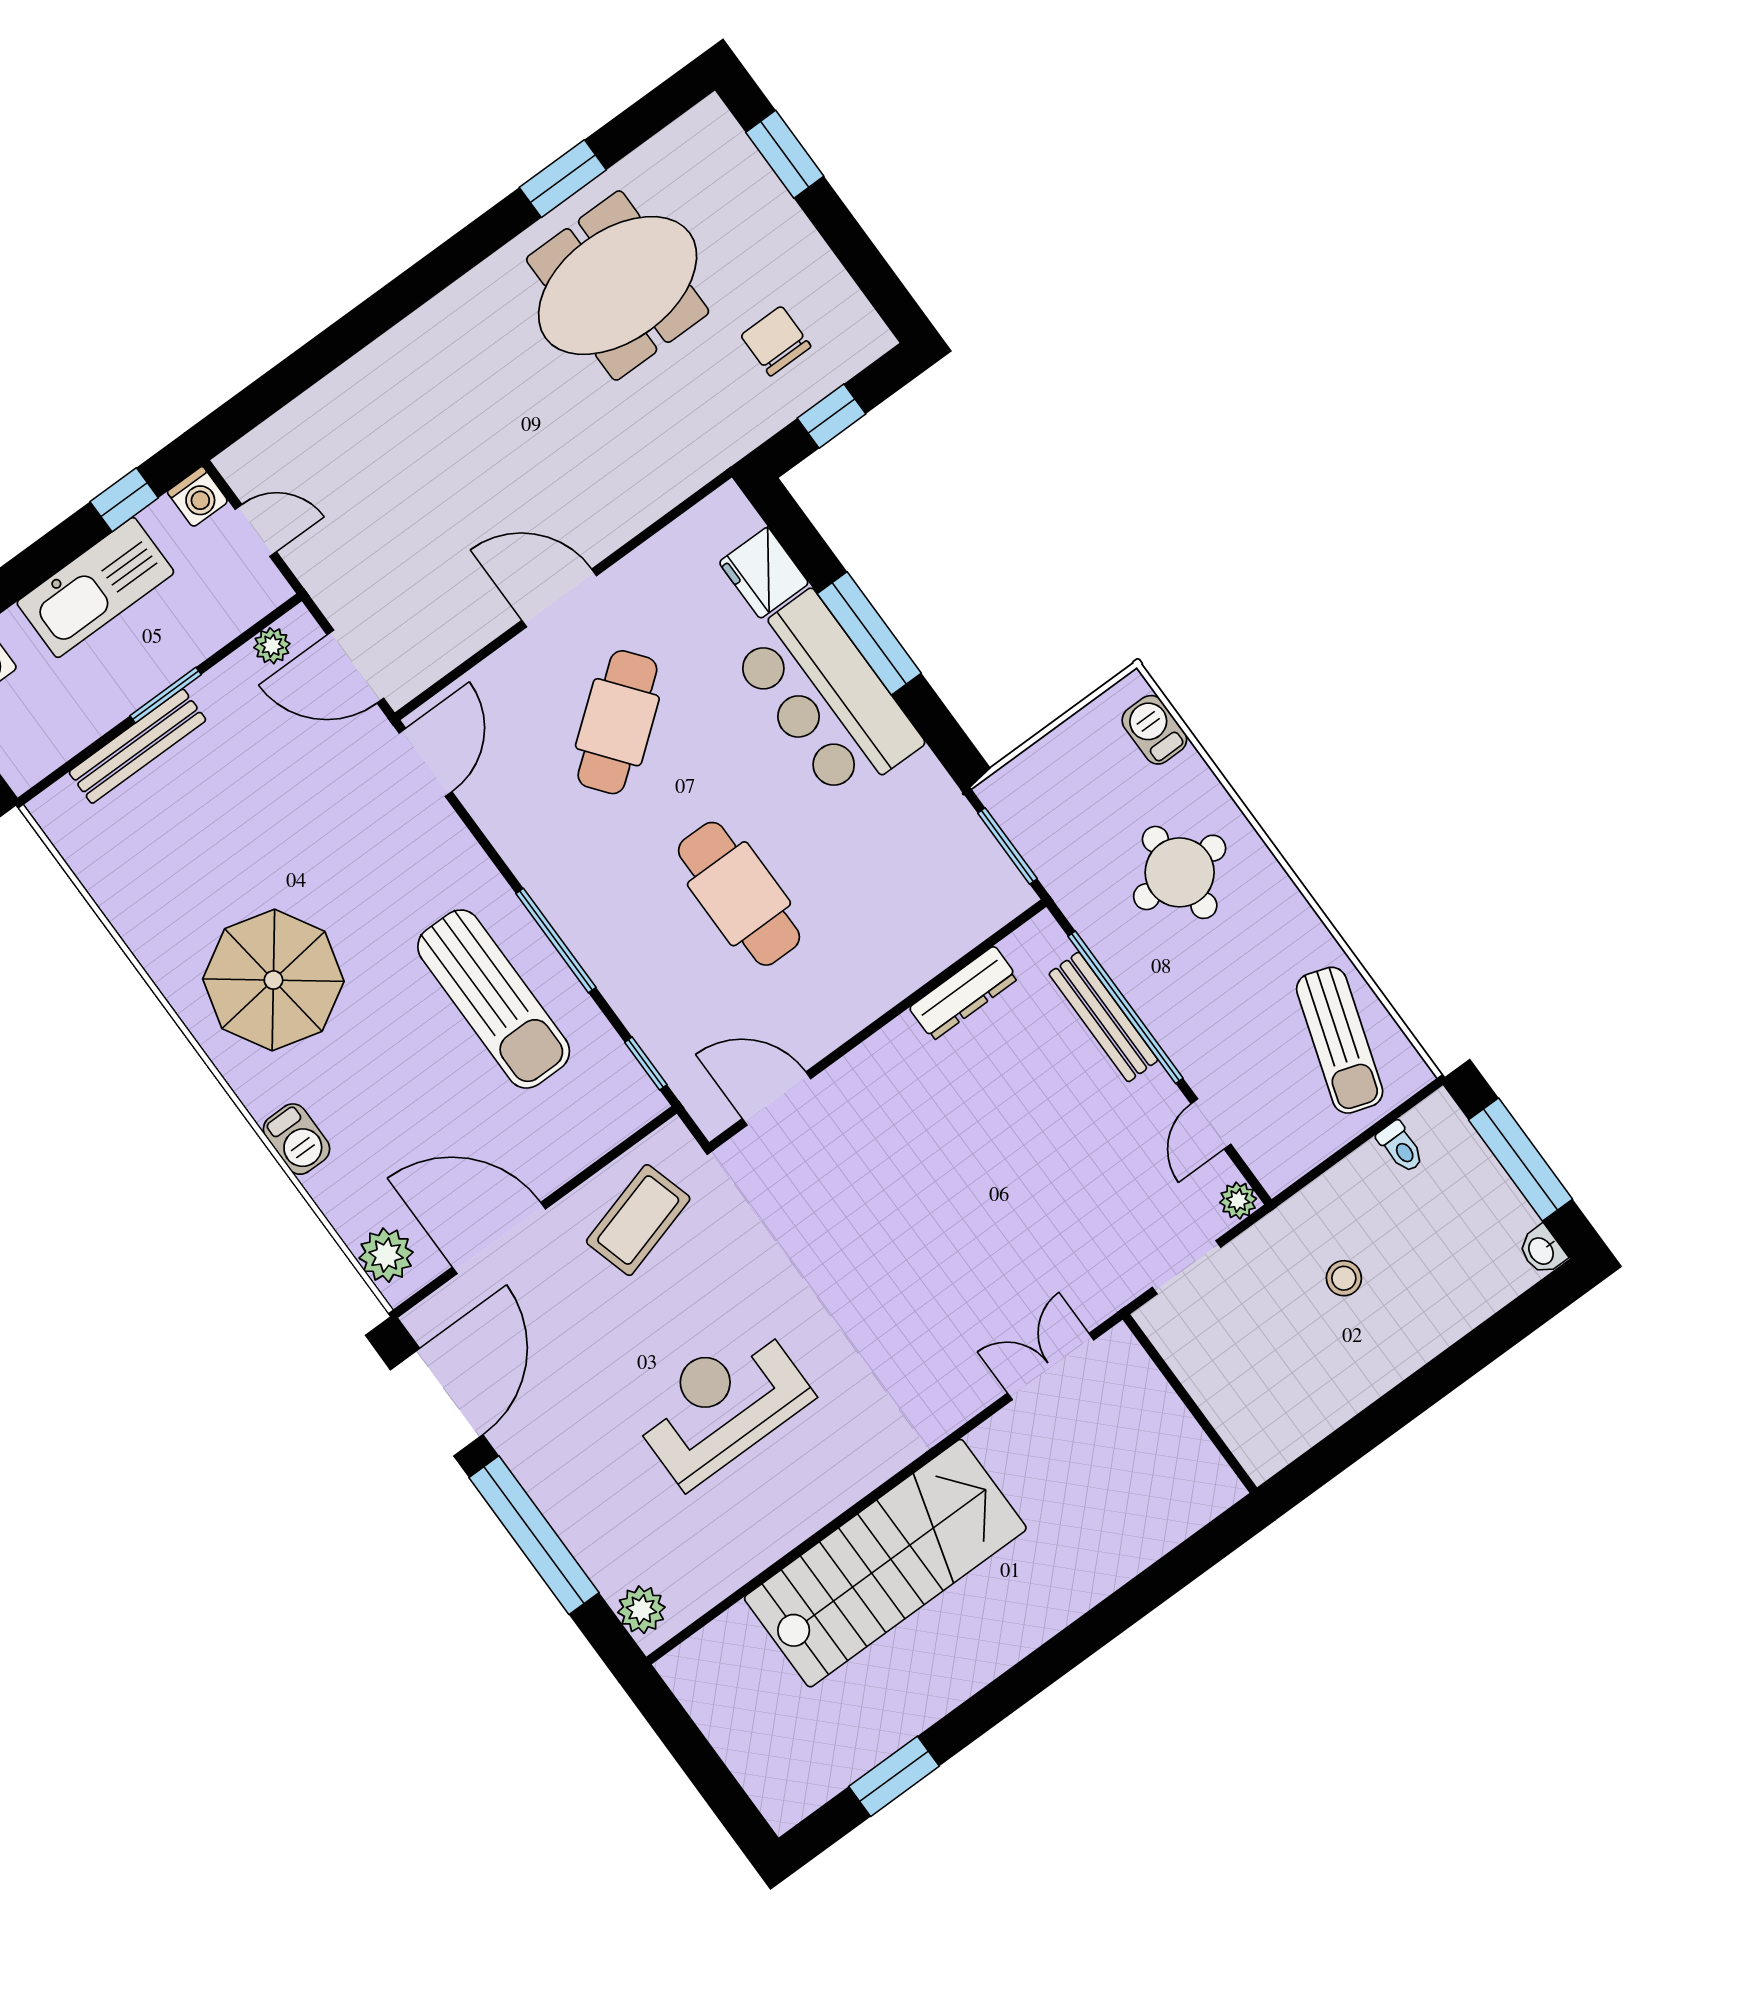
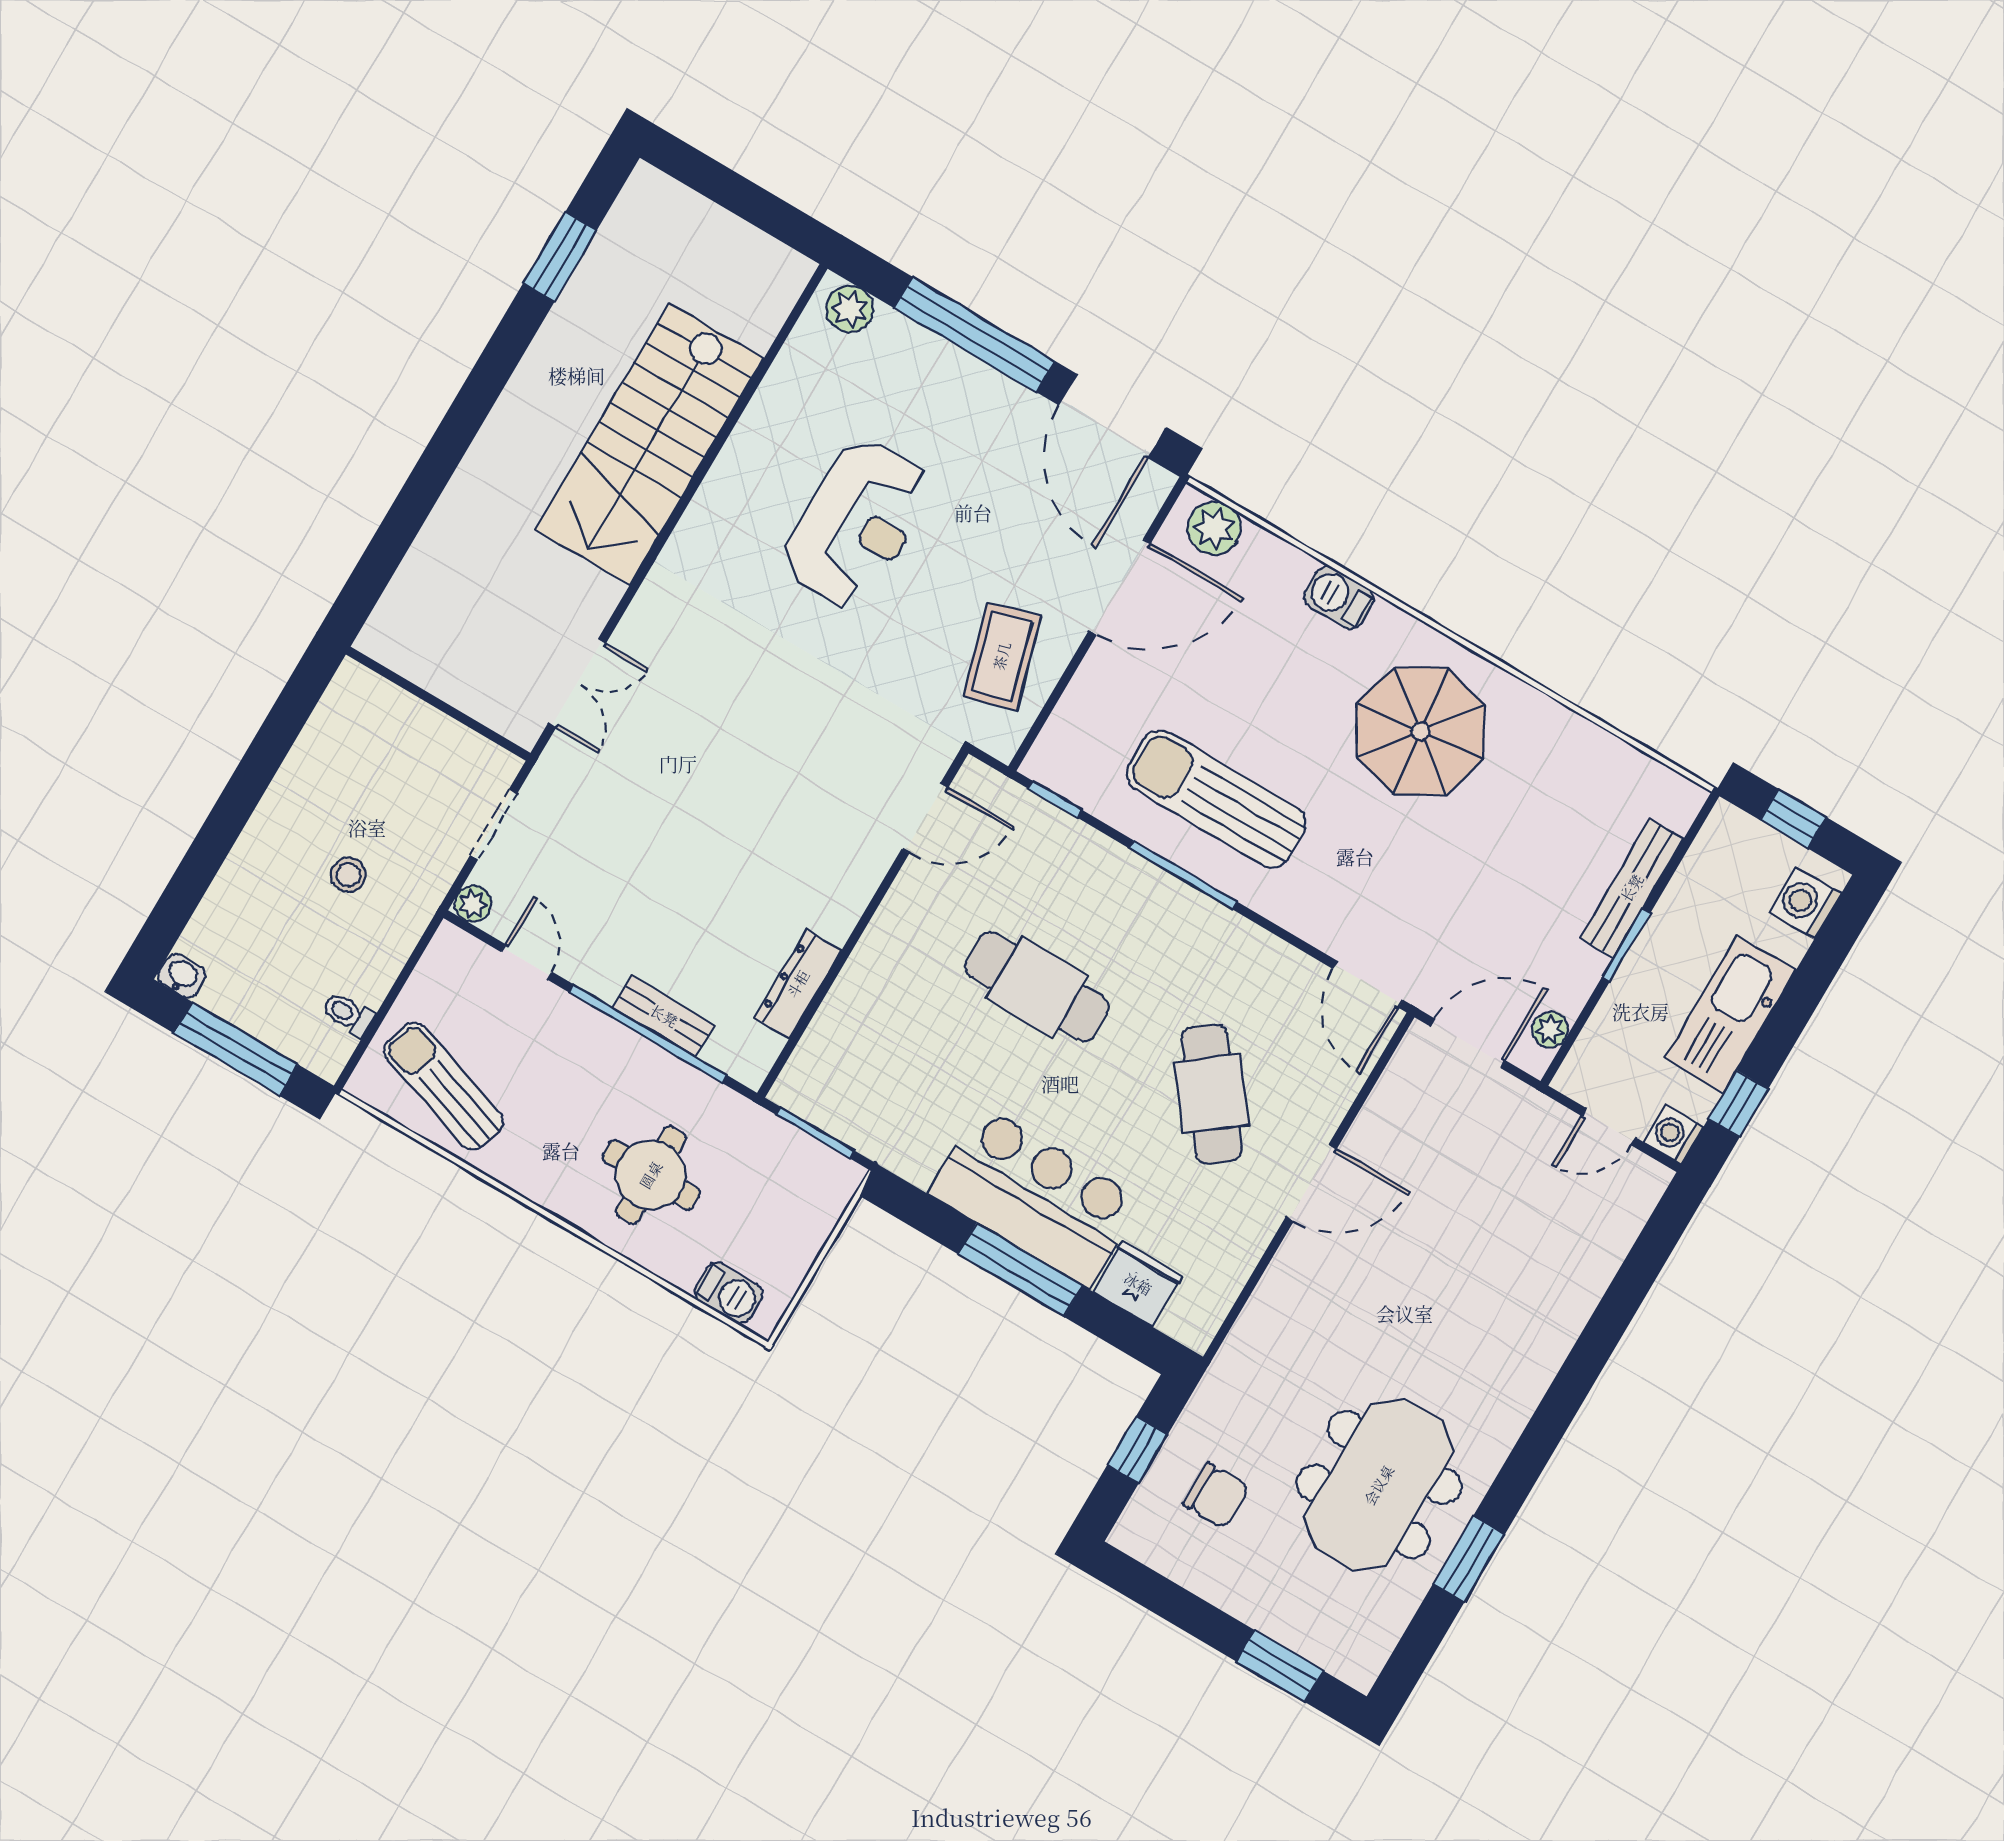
bench: (1103, 1017) -> (664, 1016), width x0.73

